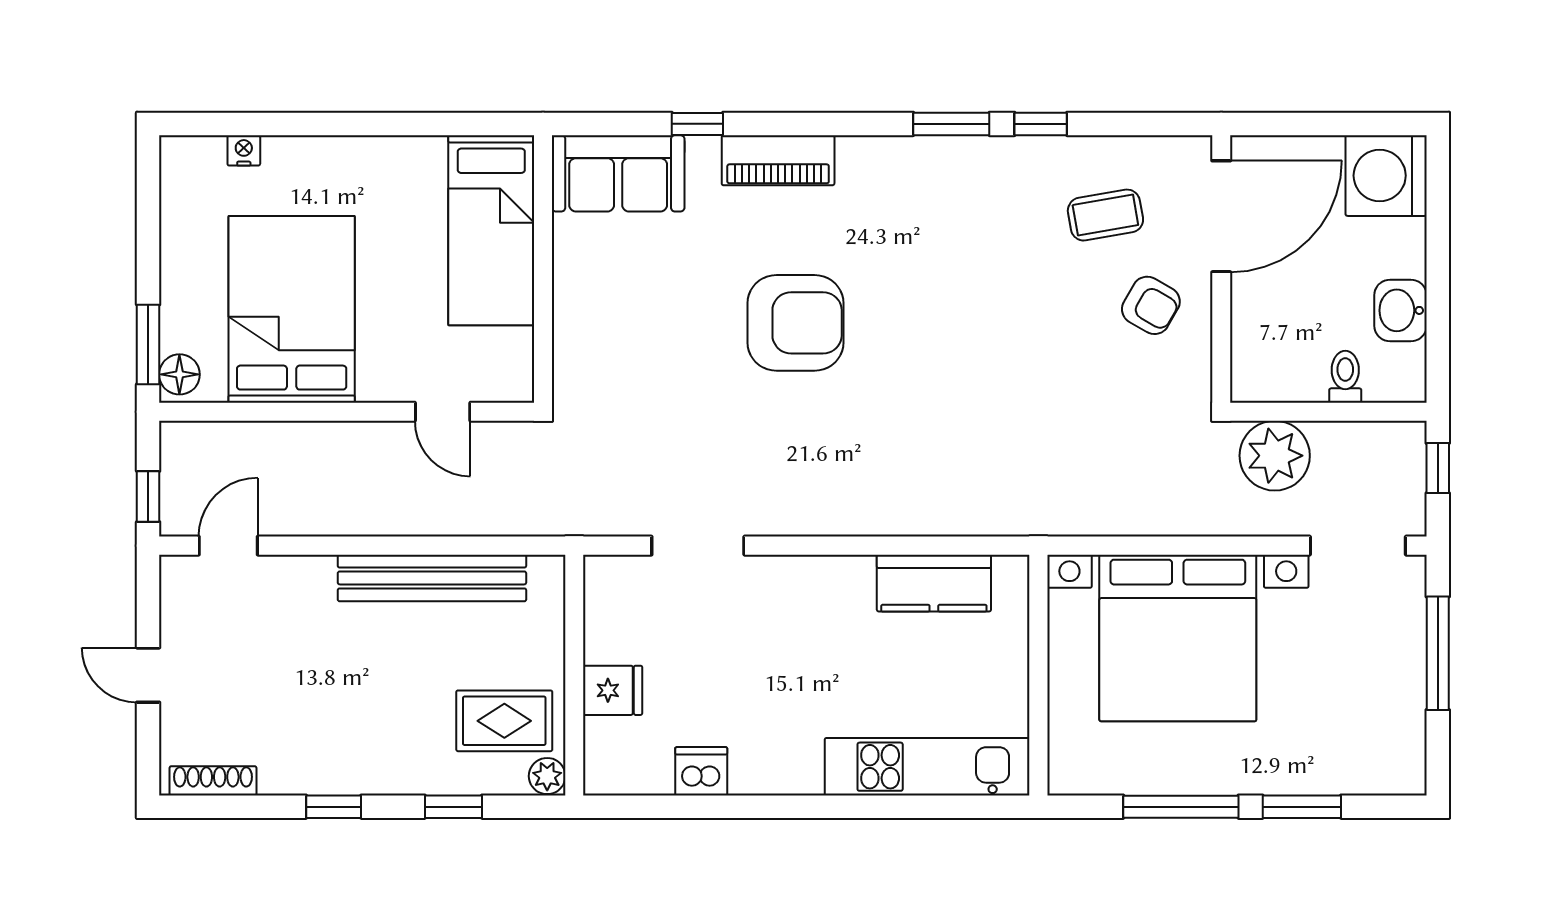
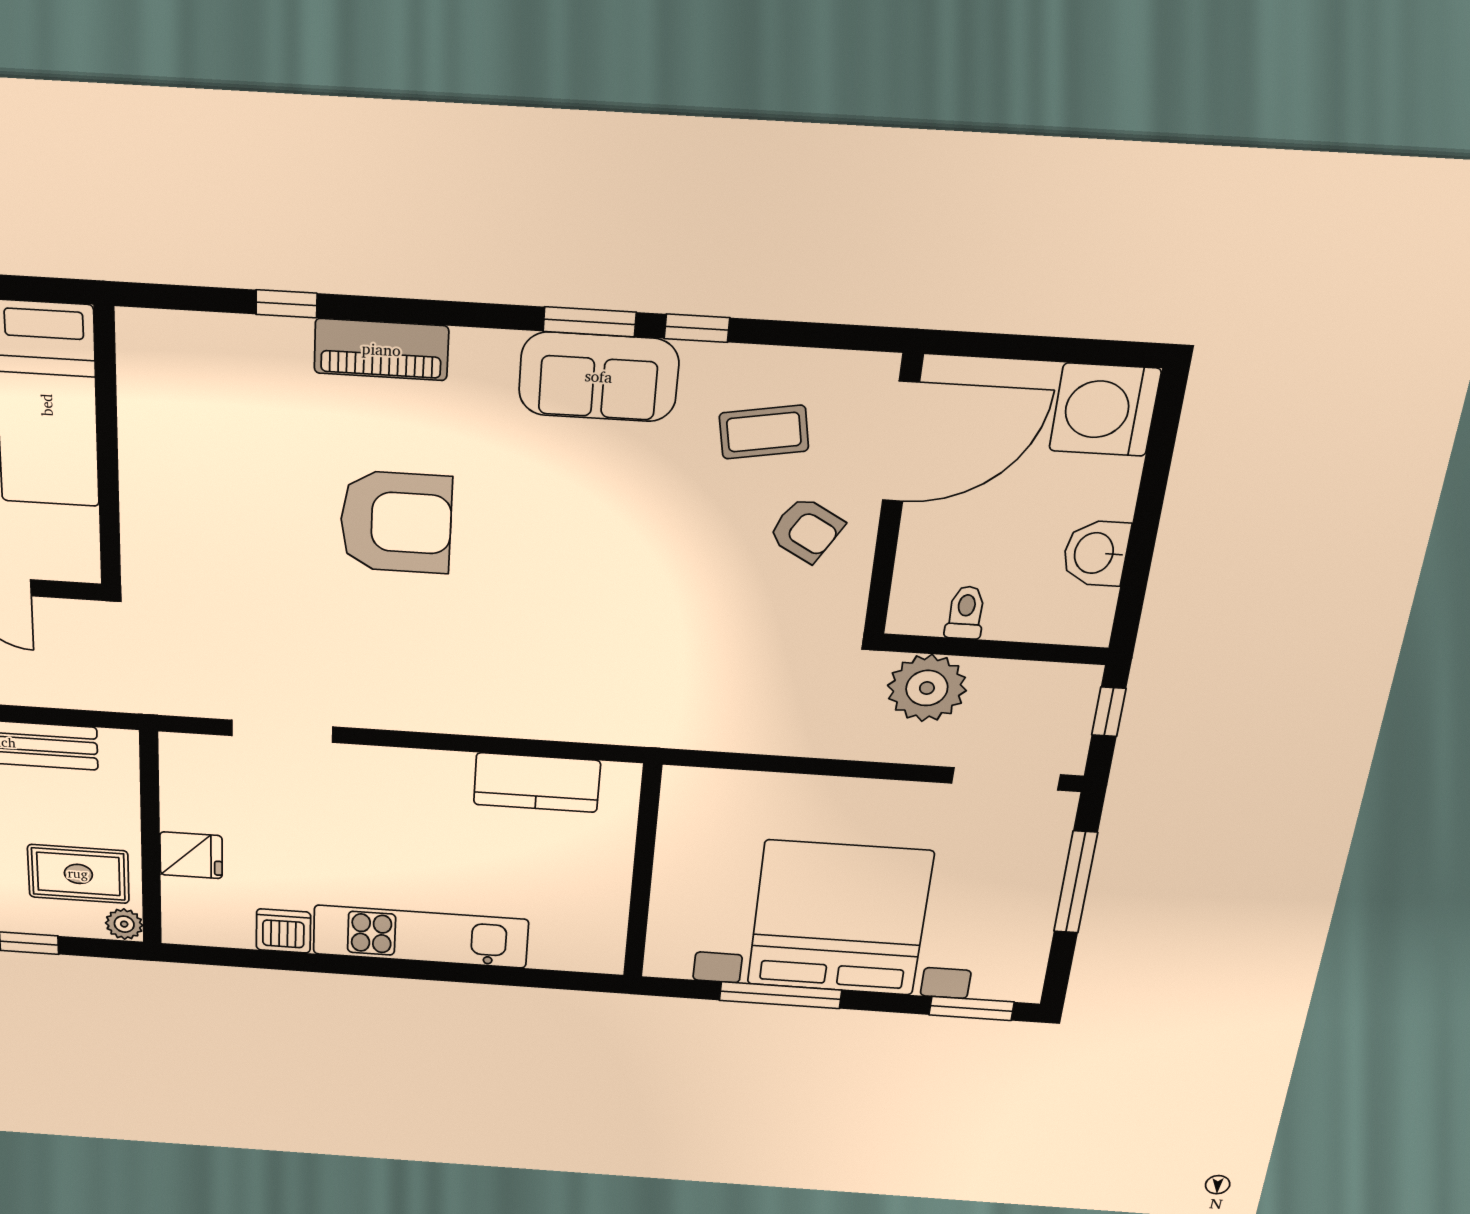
sofa: (618, 173) -> (599, 377), moved
toilet: (1345, 377) -> (966, 613), moved
bed with nightstands: (1178, 638) -> (840, 918), moved, turned 180
kitchen unit: (927, 767) -> (420, 937), moved
window: (1302, 807) -> (971, 1008), moved

